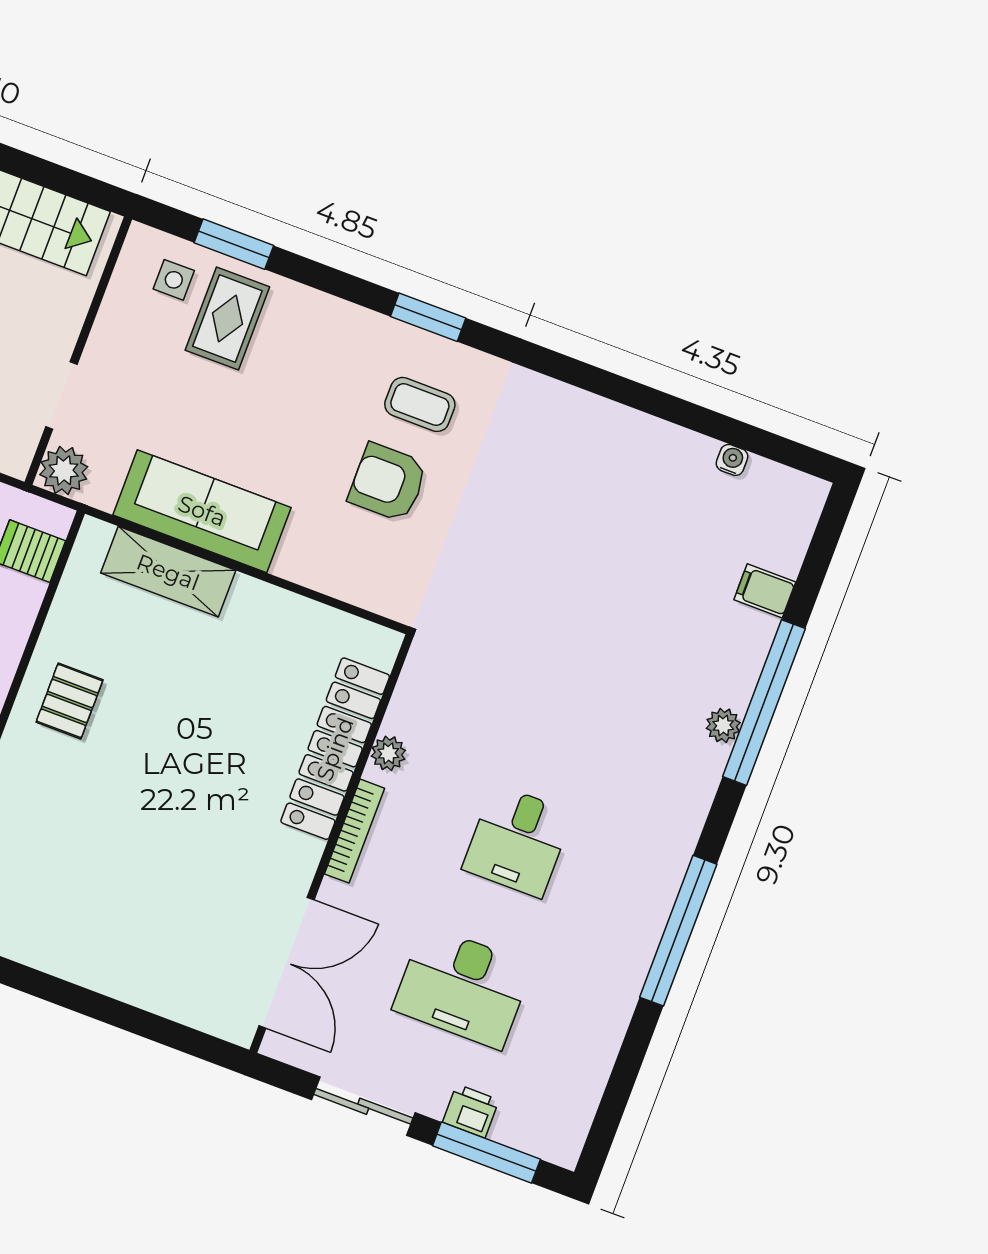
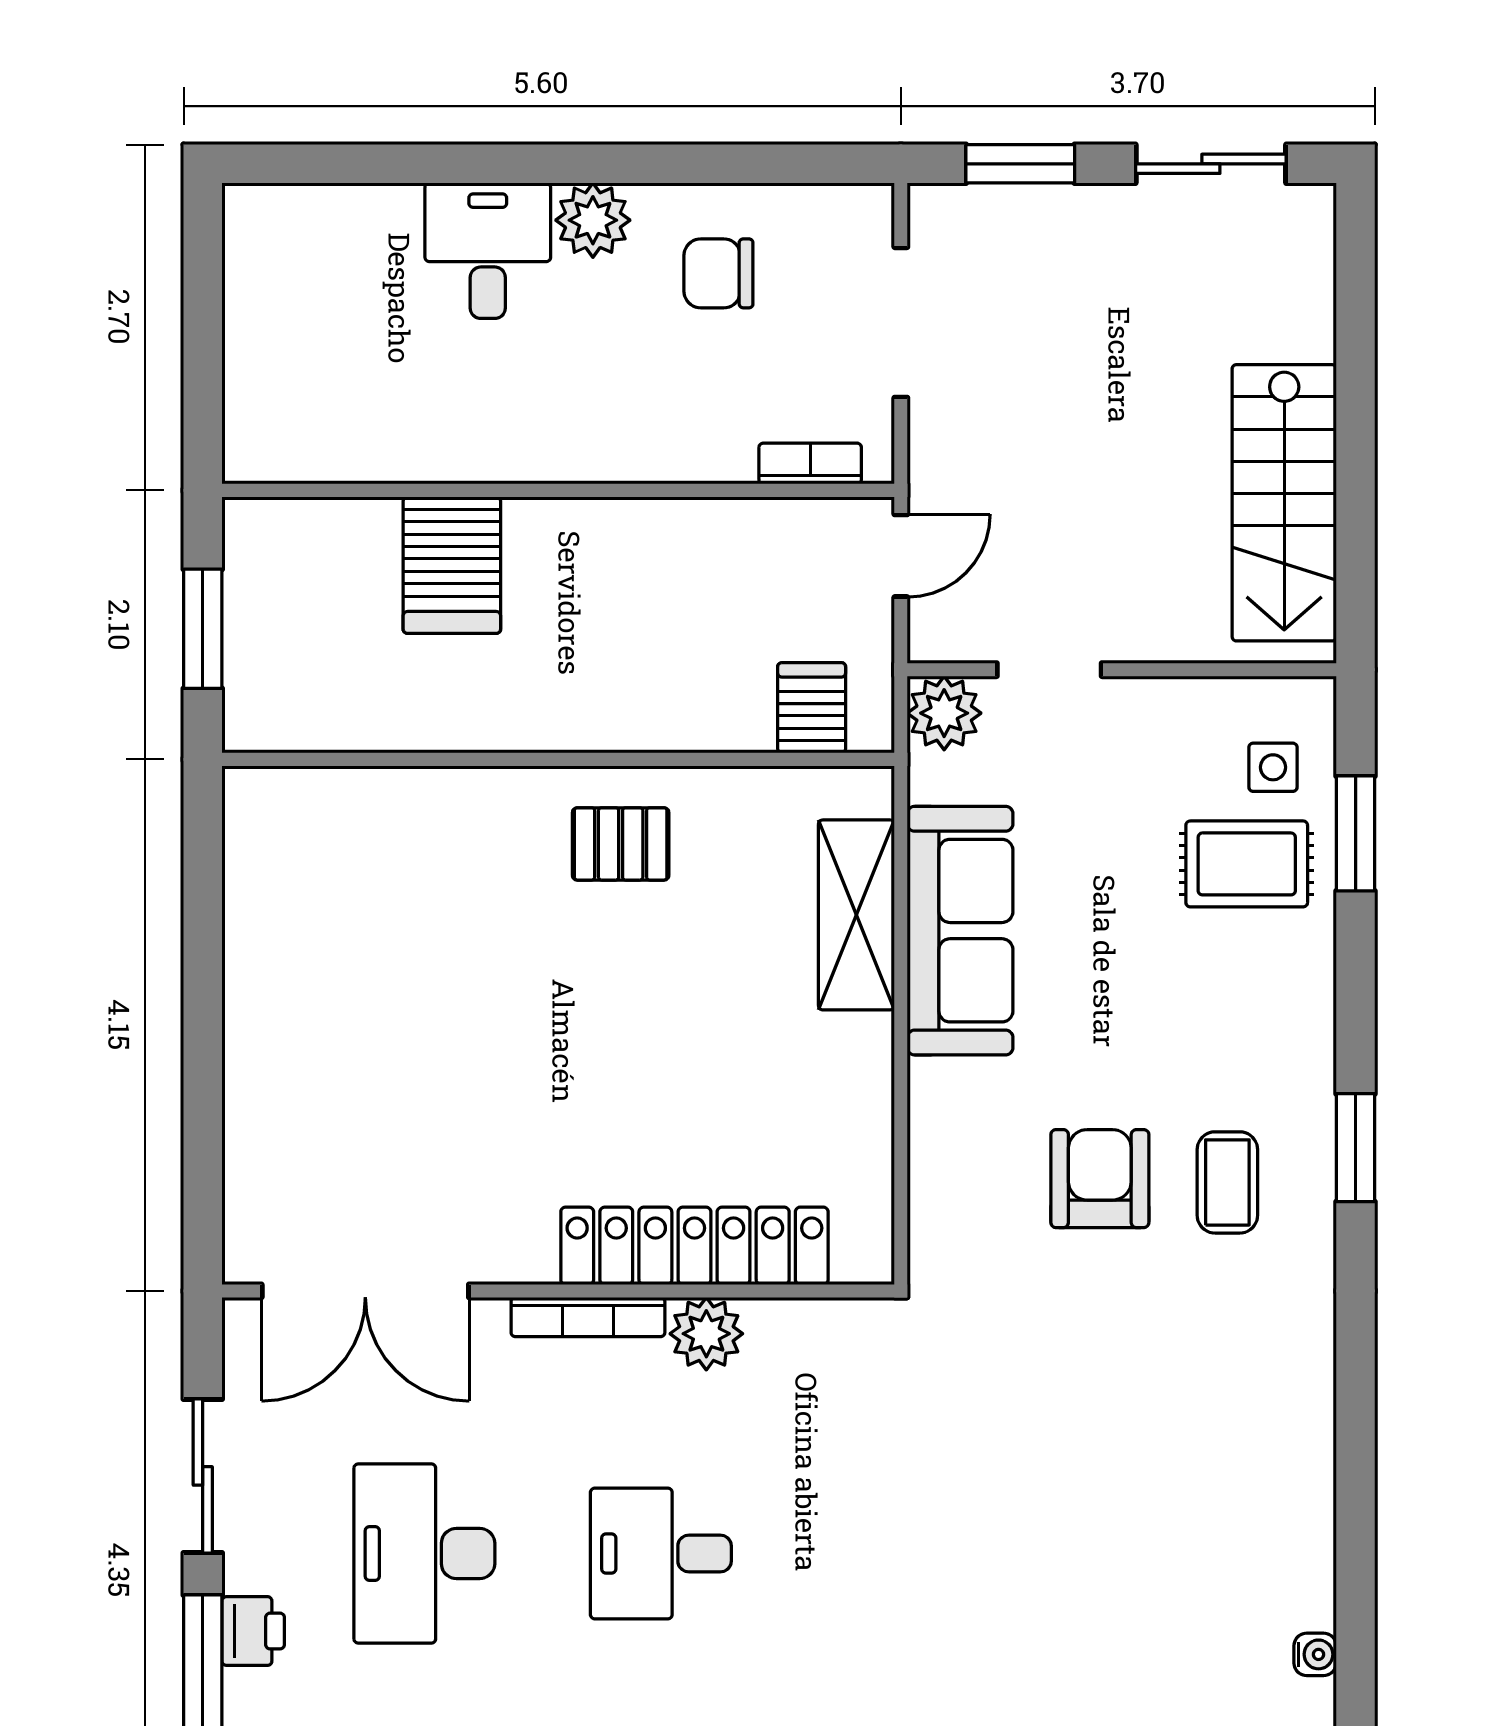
plant: (388, 753) -> (706, 1334), width x1.38, depth x1.38

